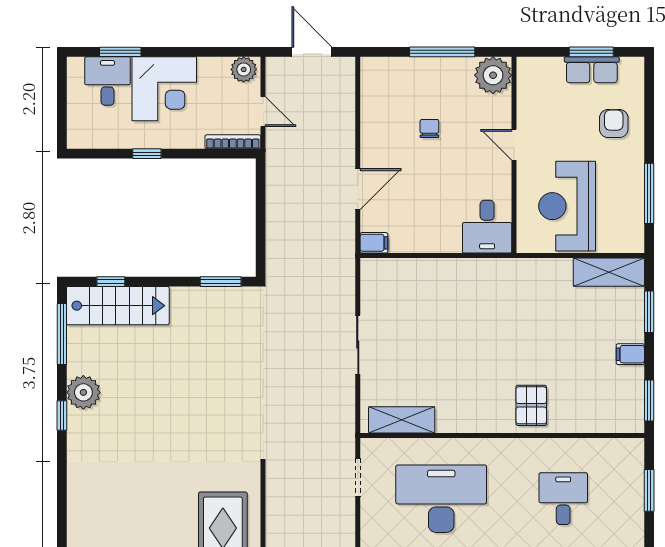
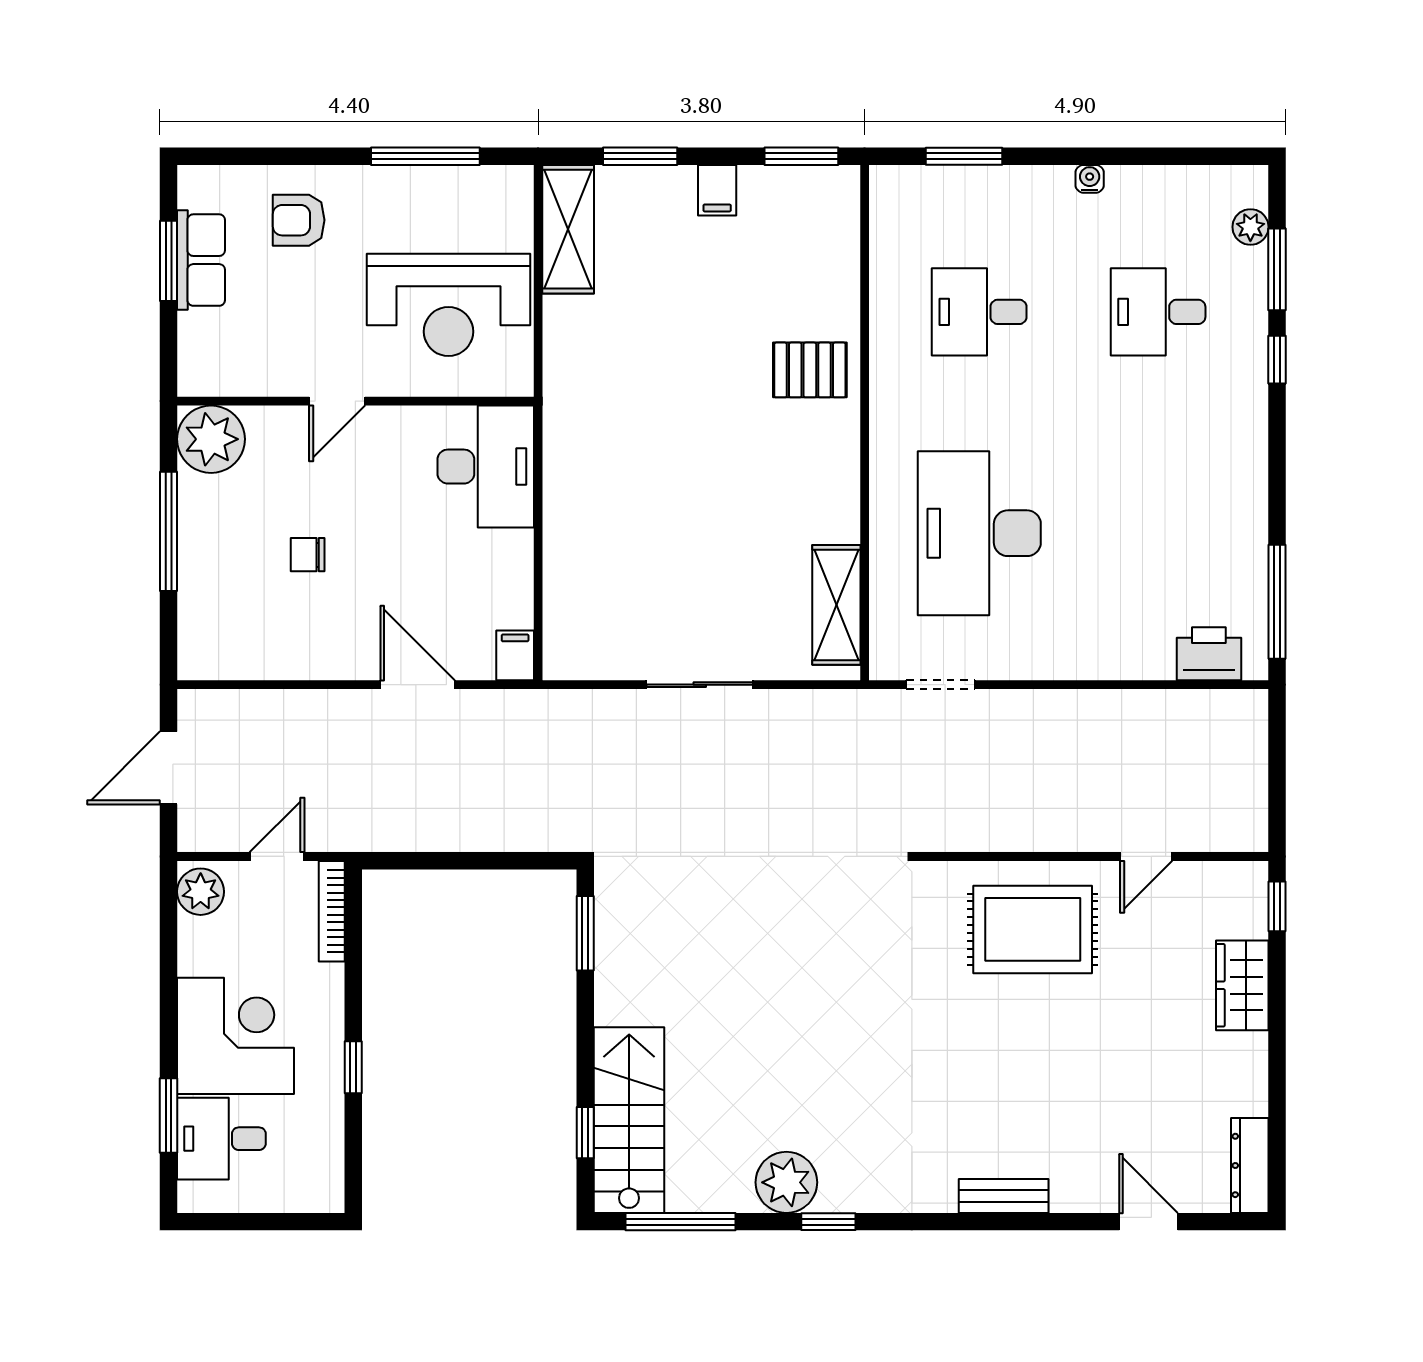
desk: (487, 227) -> (486, 467), width x1.37
bench: (76, 512) -> (1004, 1196), added

